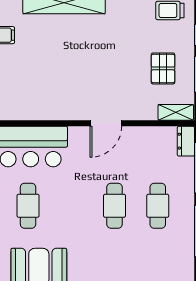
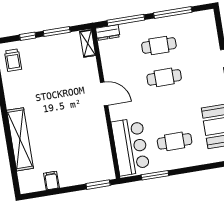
pallet: (163, 68) -> (57, 58), removed

